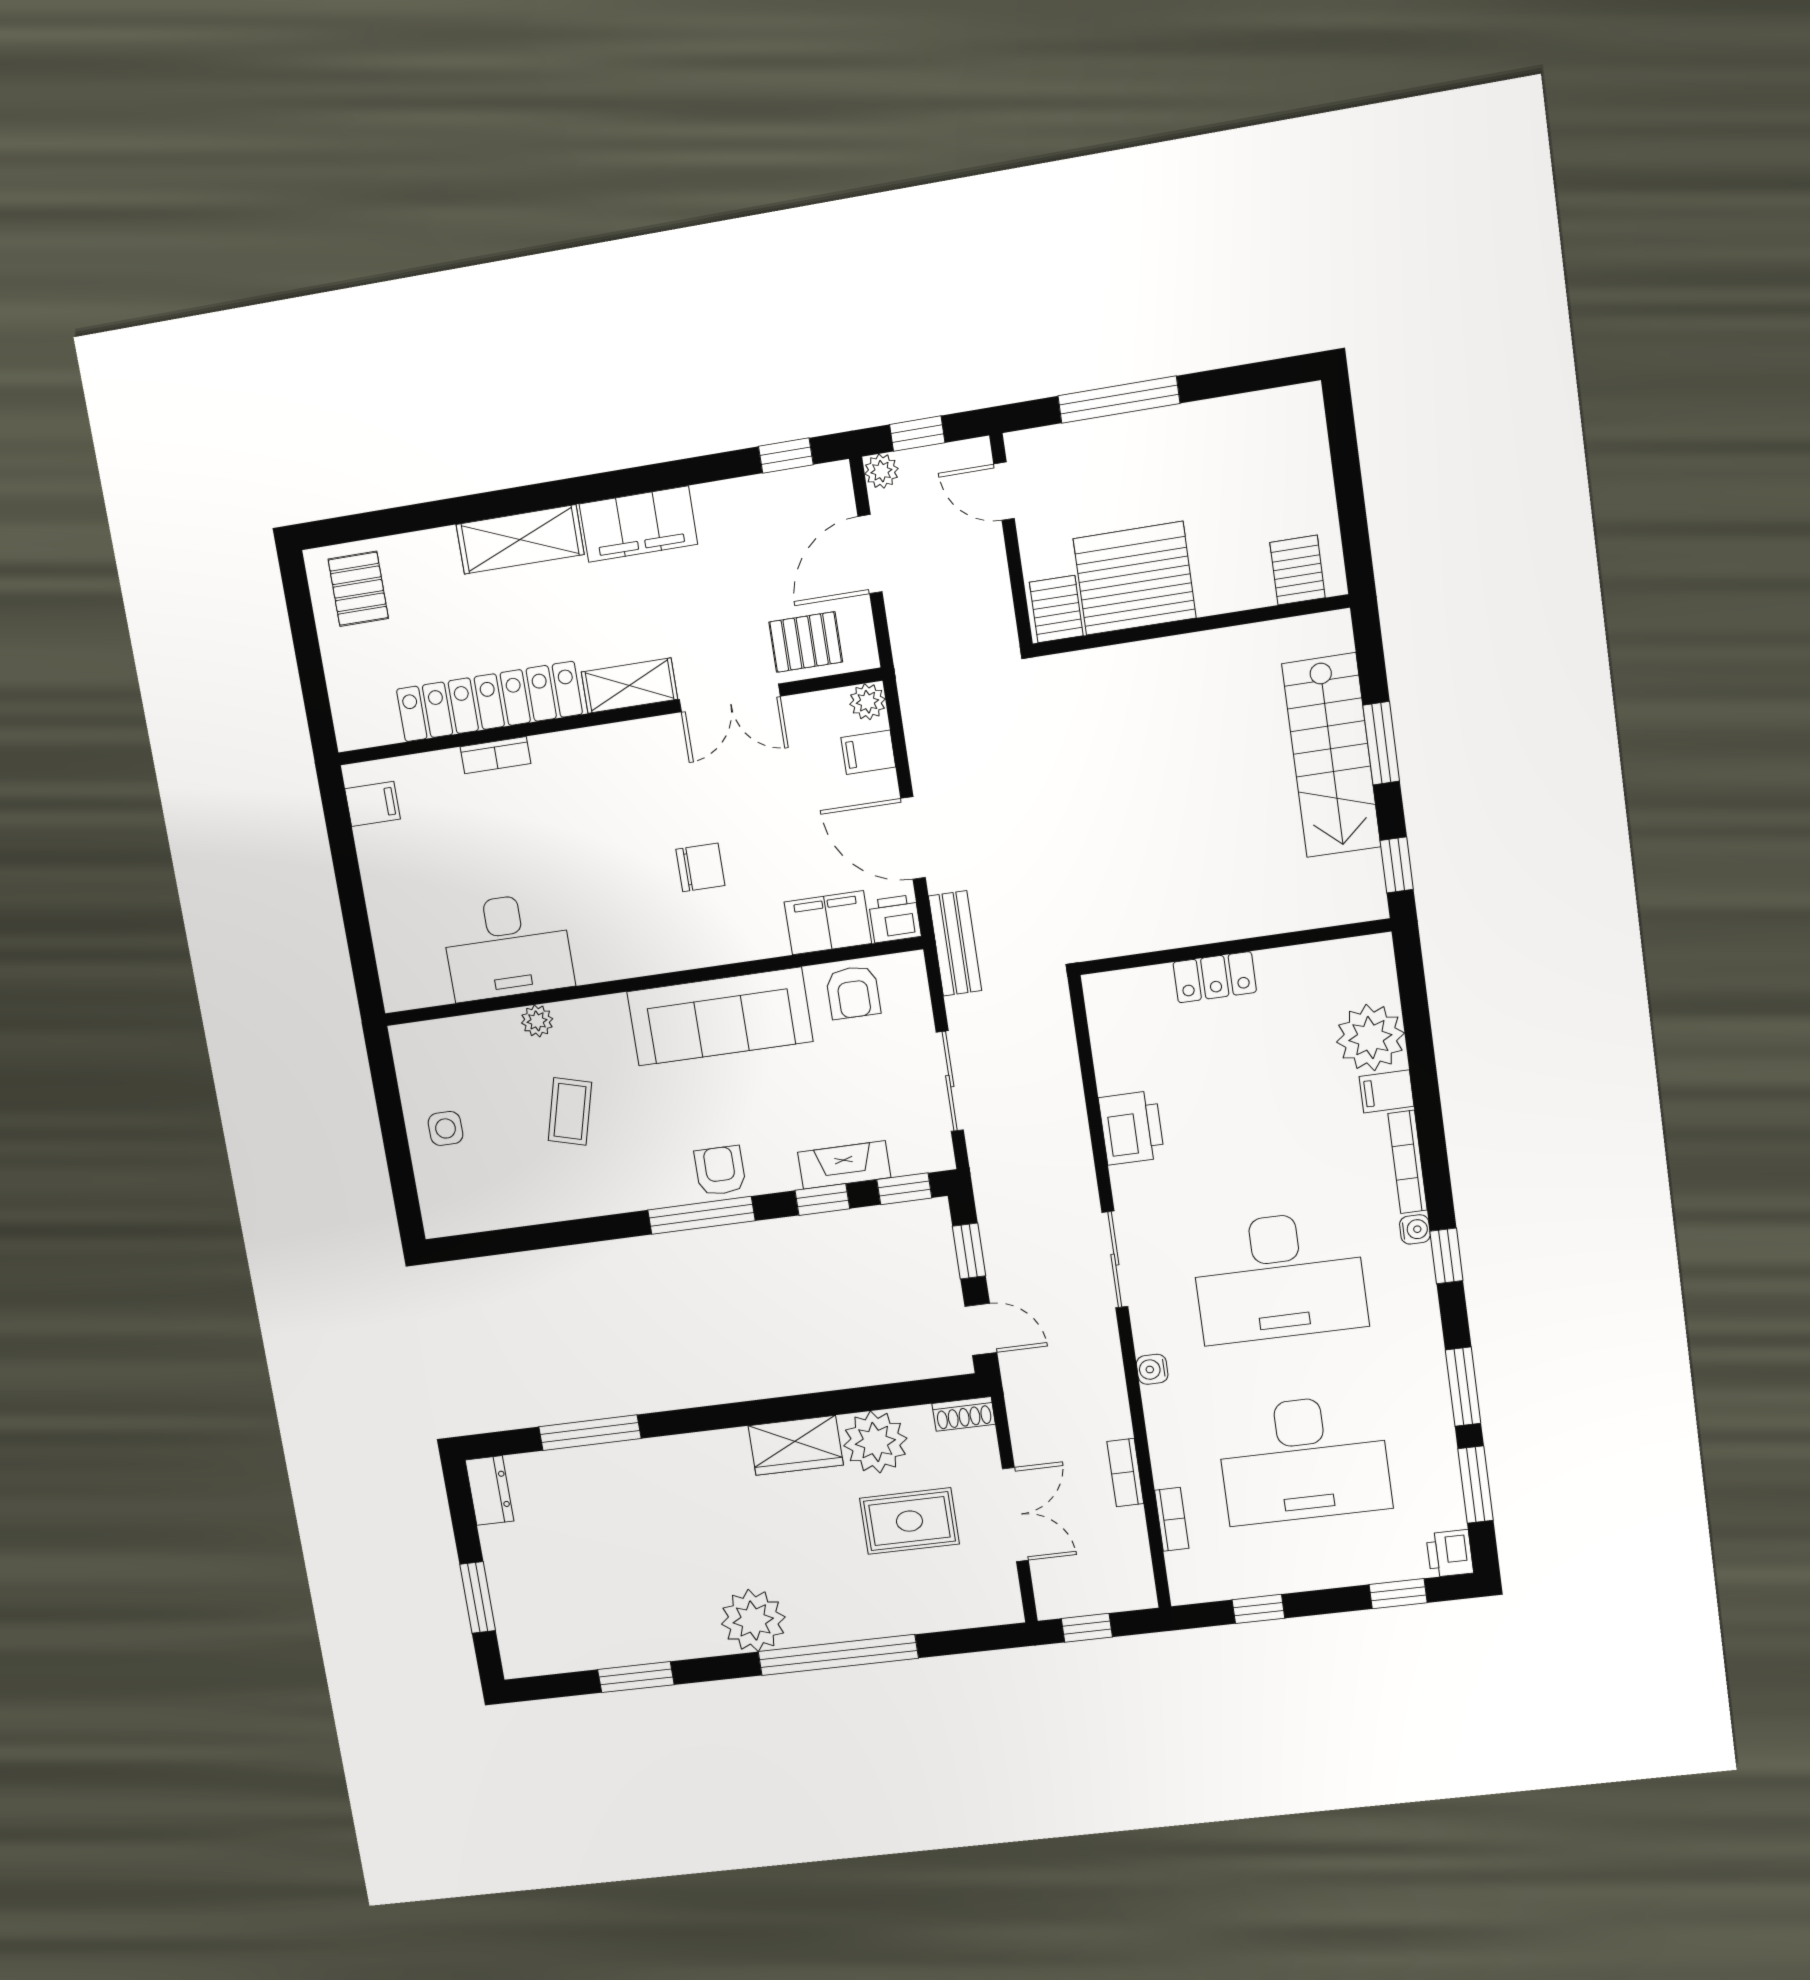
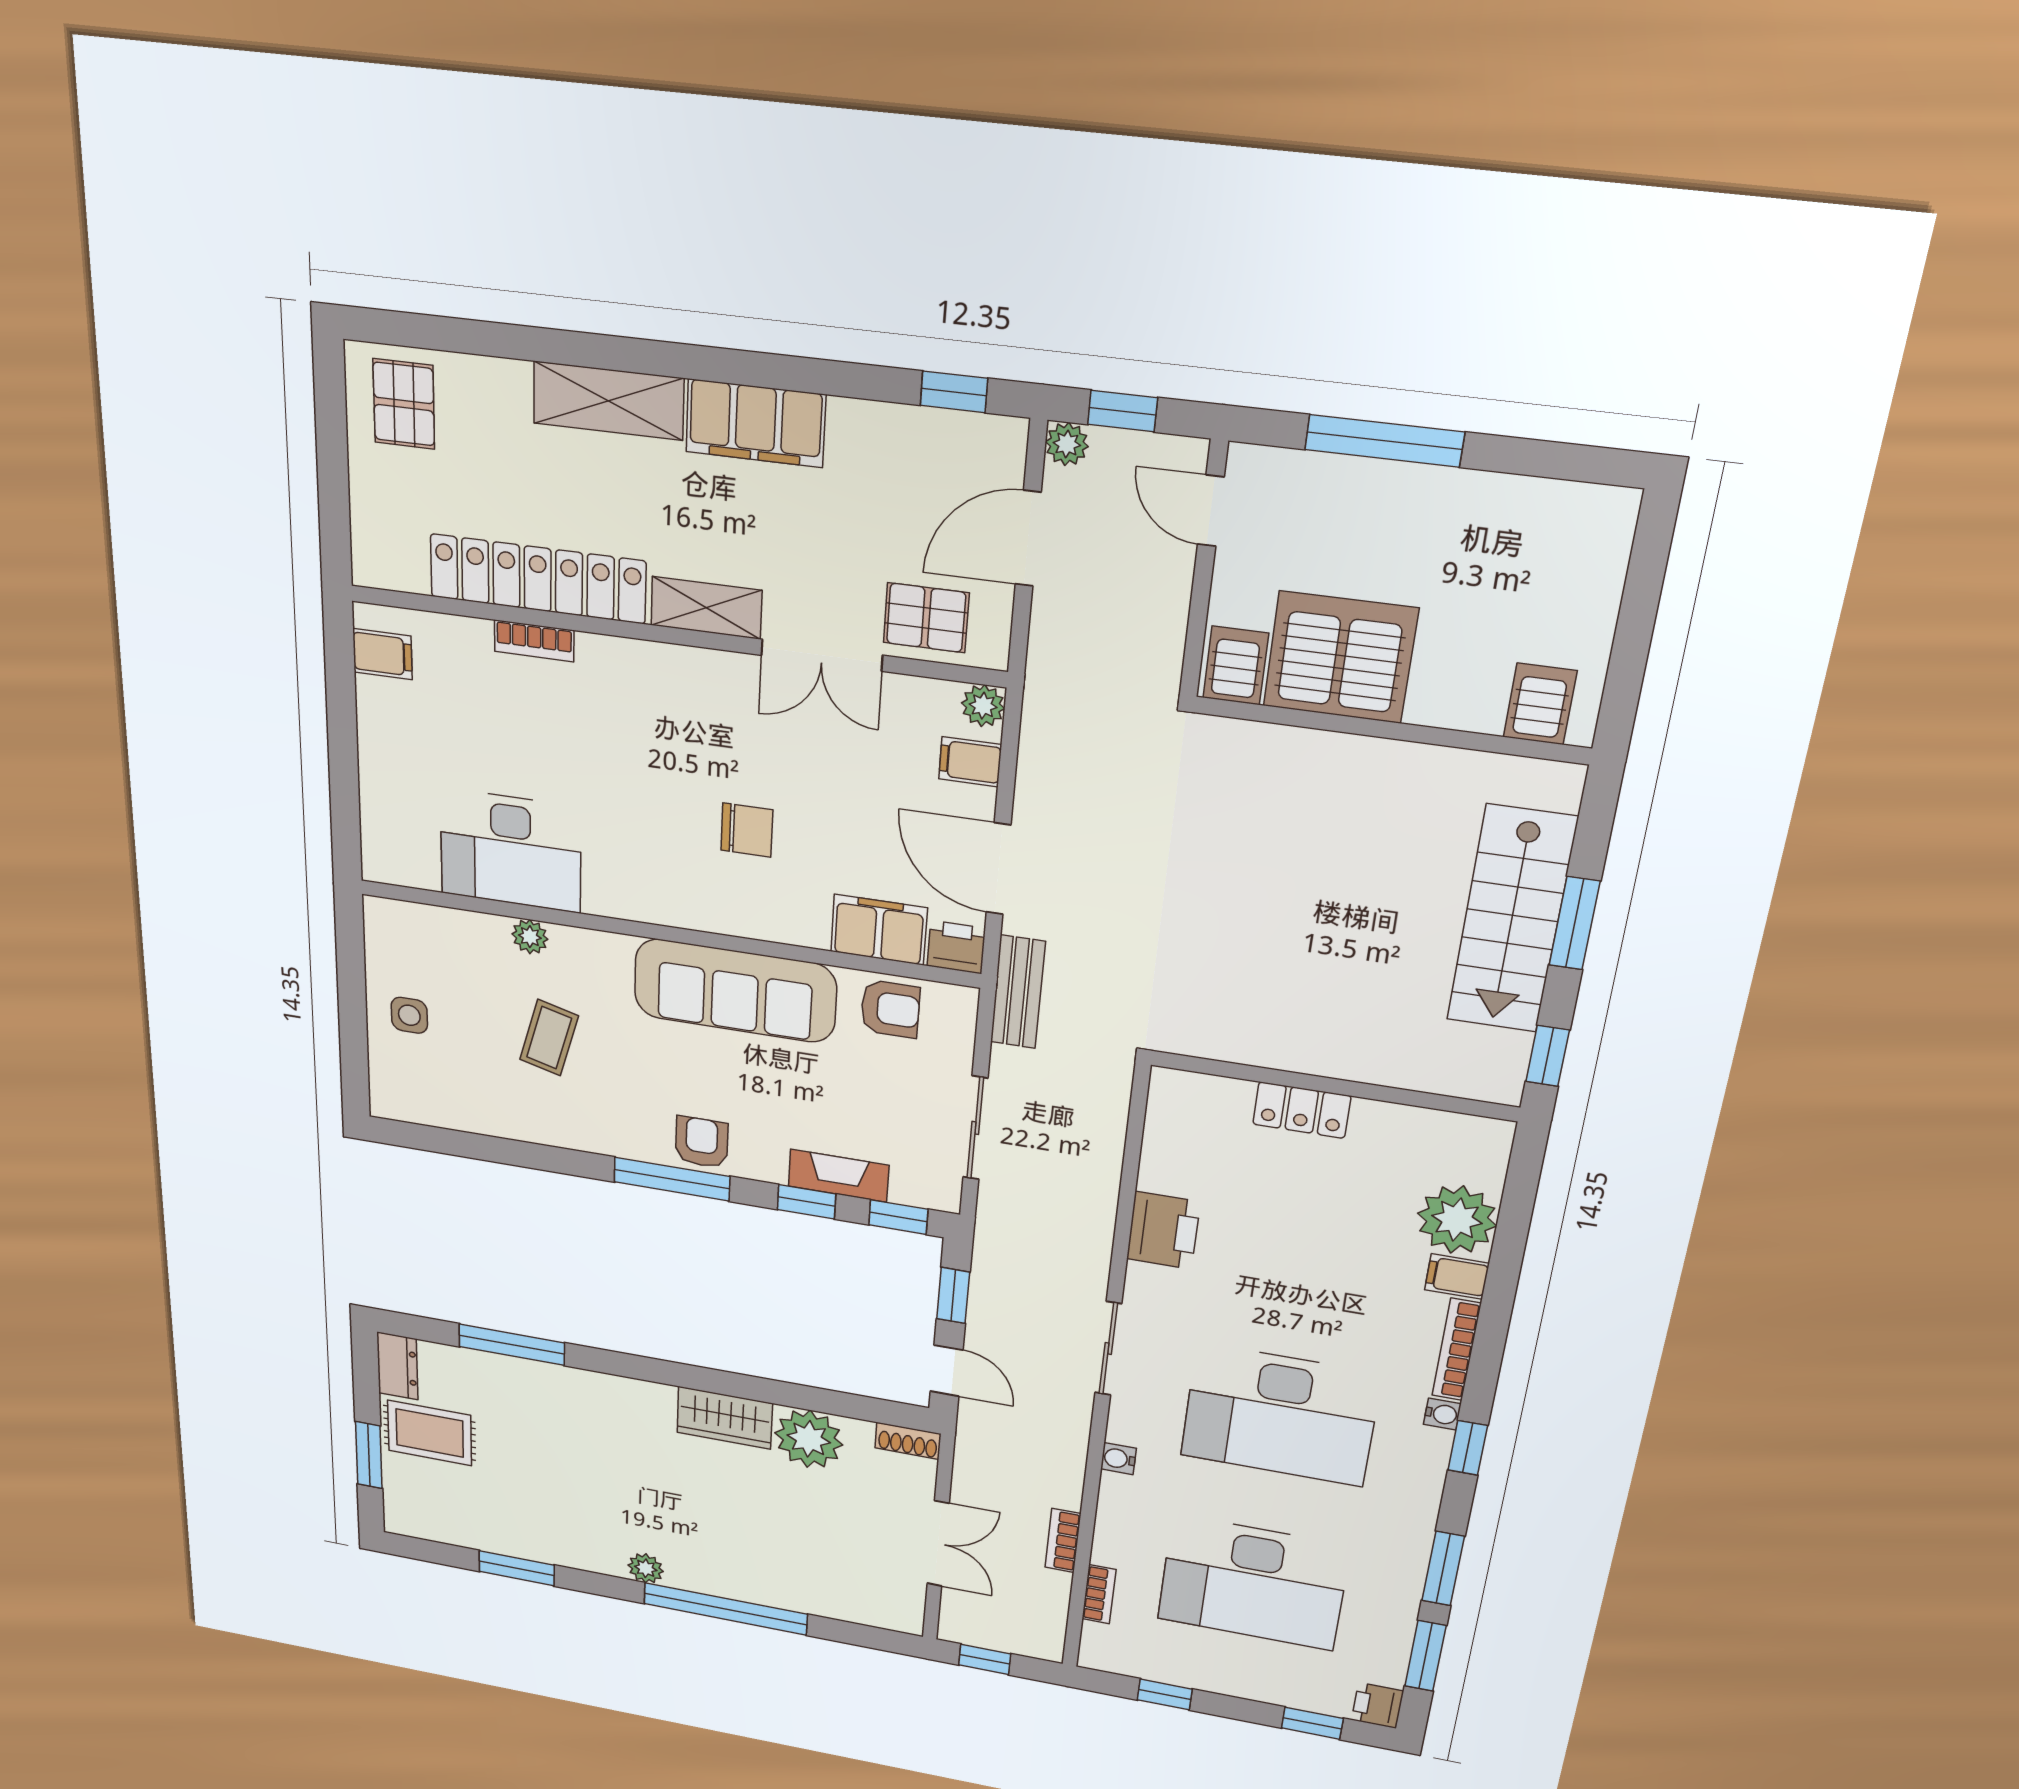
armchair: (853, 992) -> (890, 1009), turned -90
rug: (909, 1521) -> (430, 1433), moved
plant: (753, 1621) -> (646, 1568), width x0.53, depth x0.53

